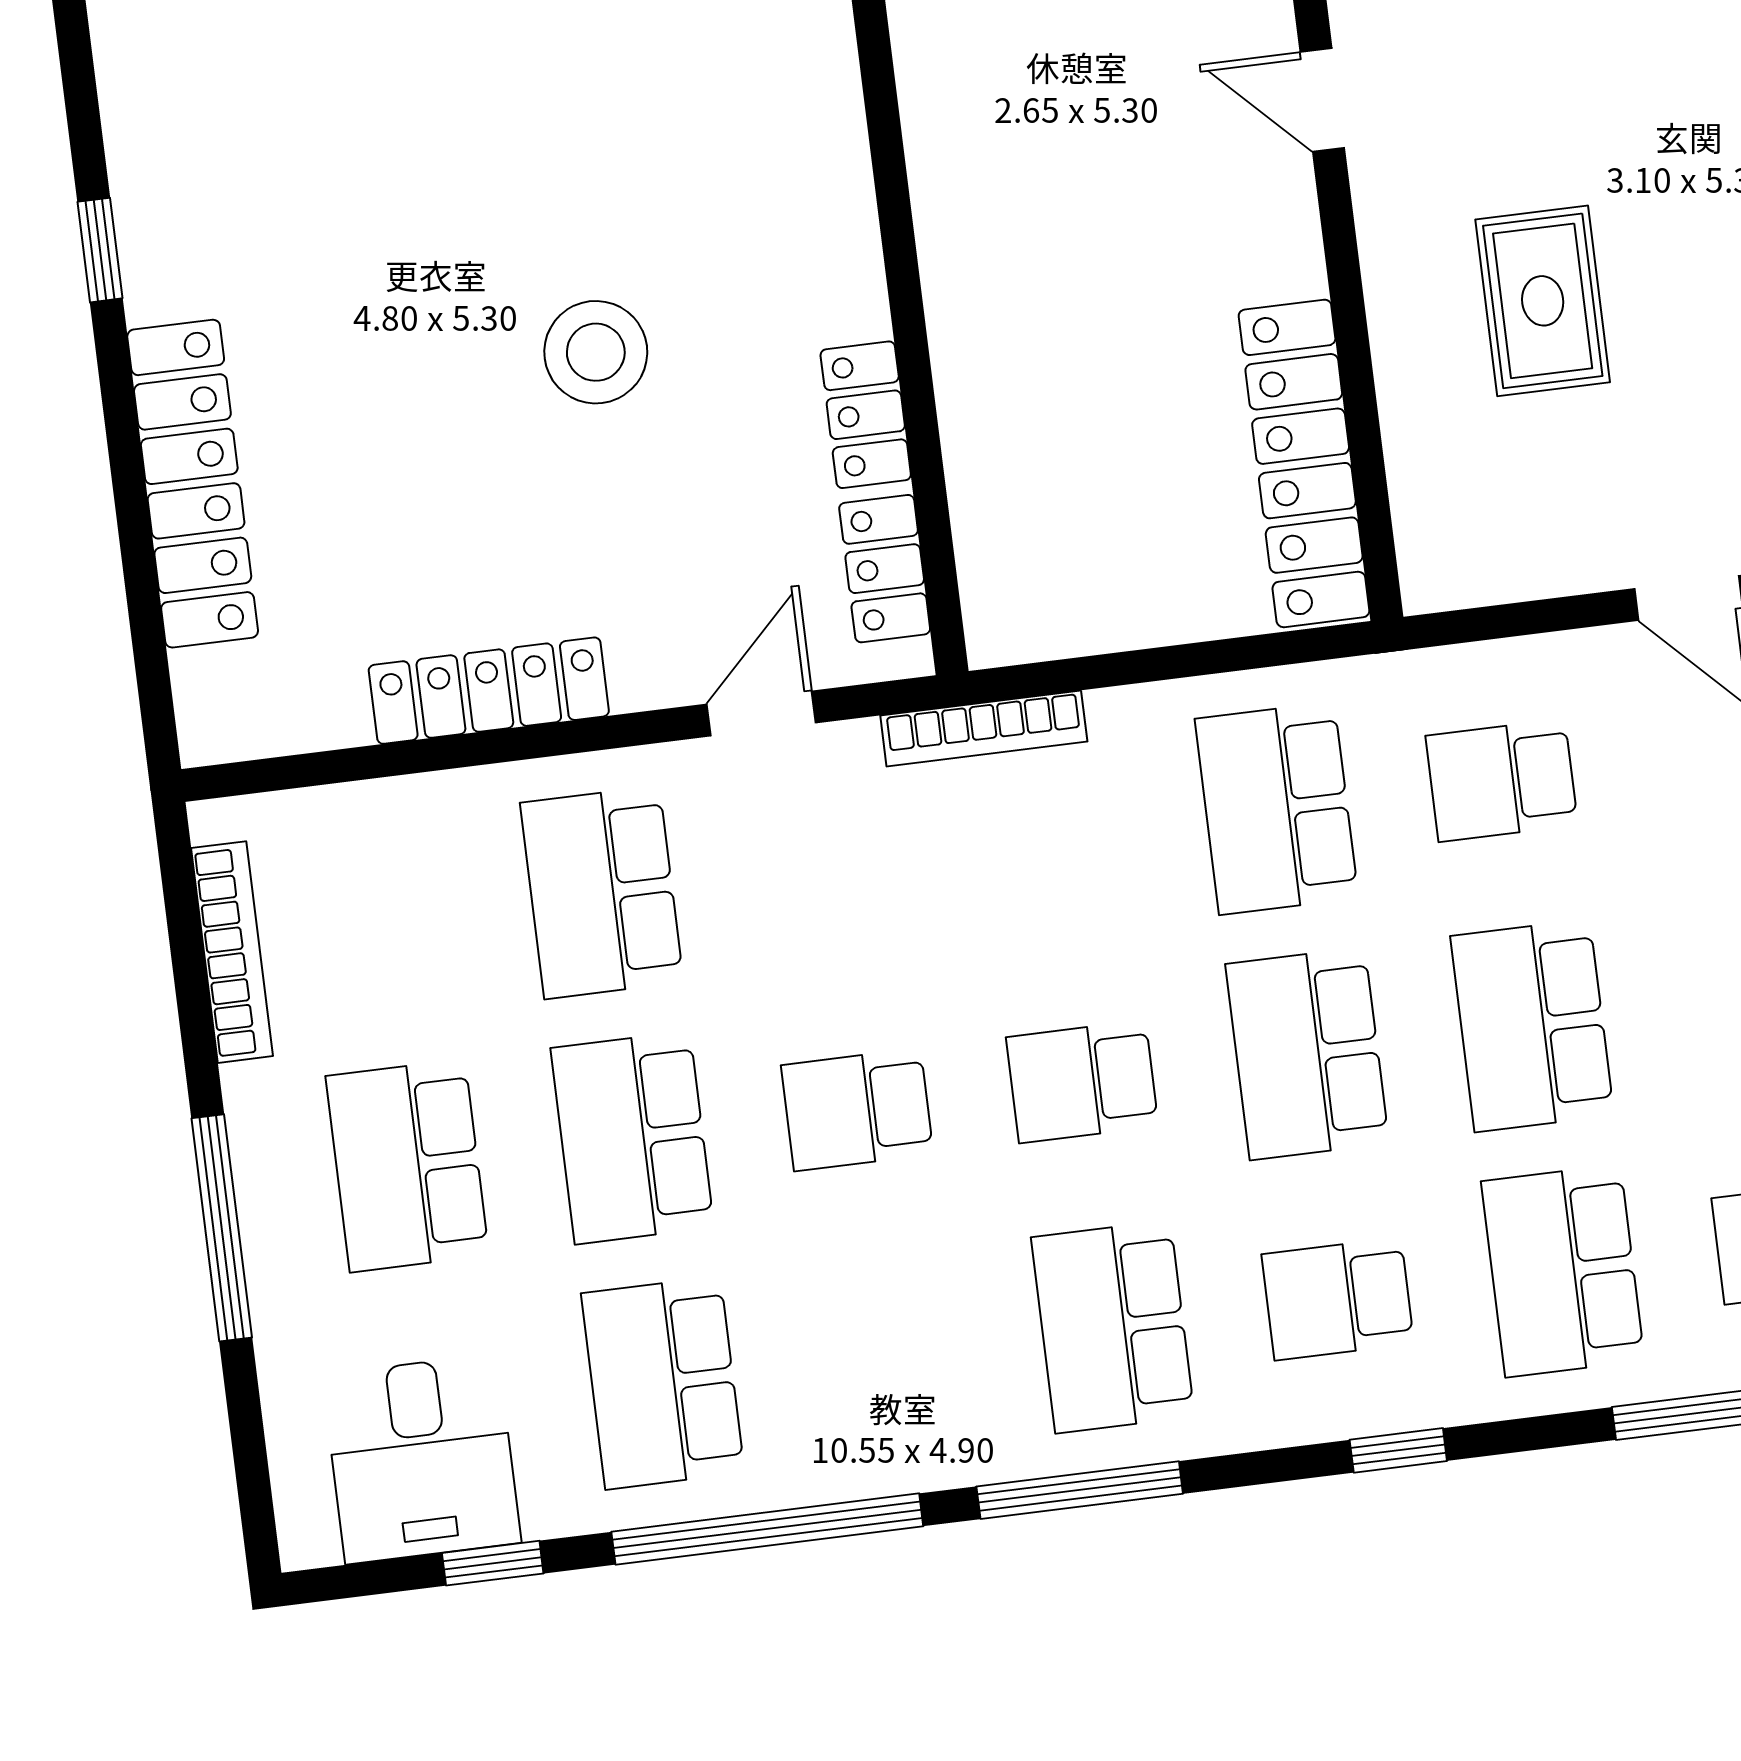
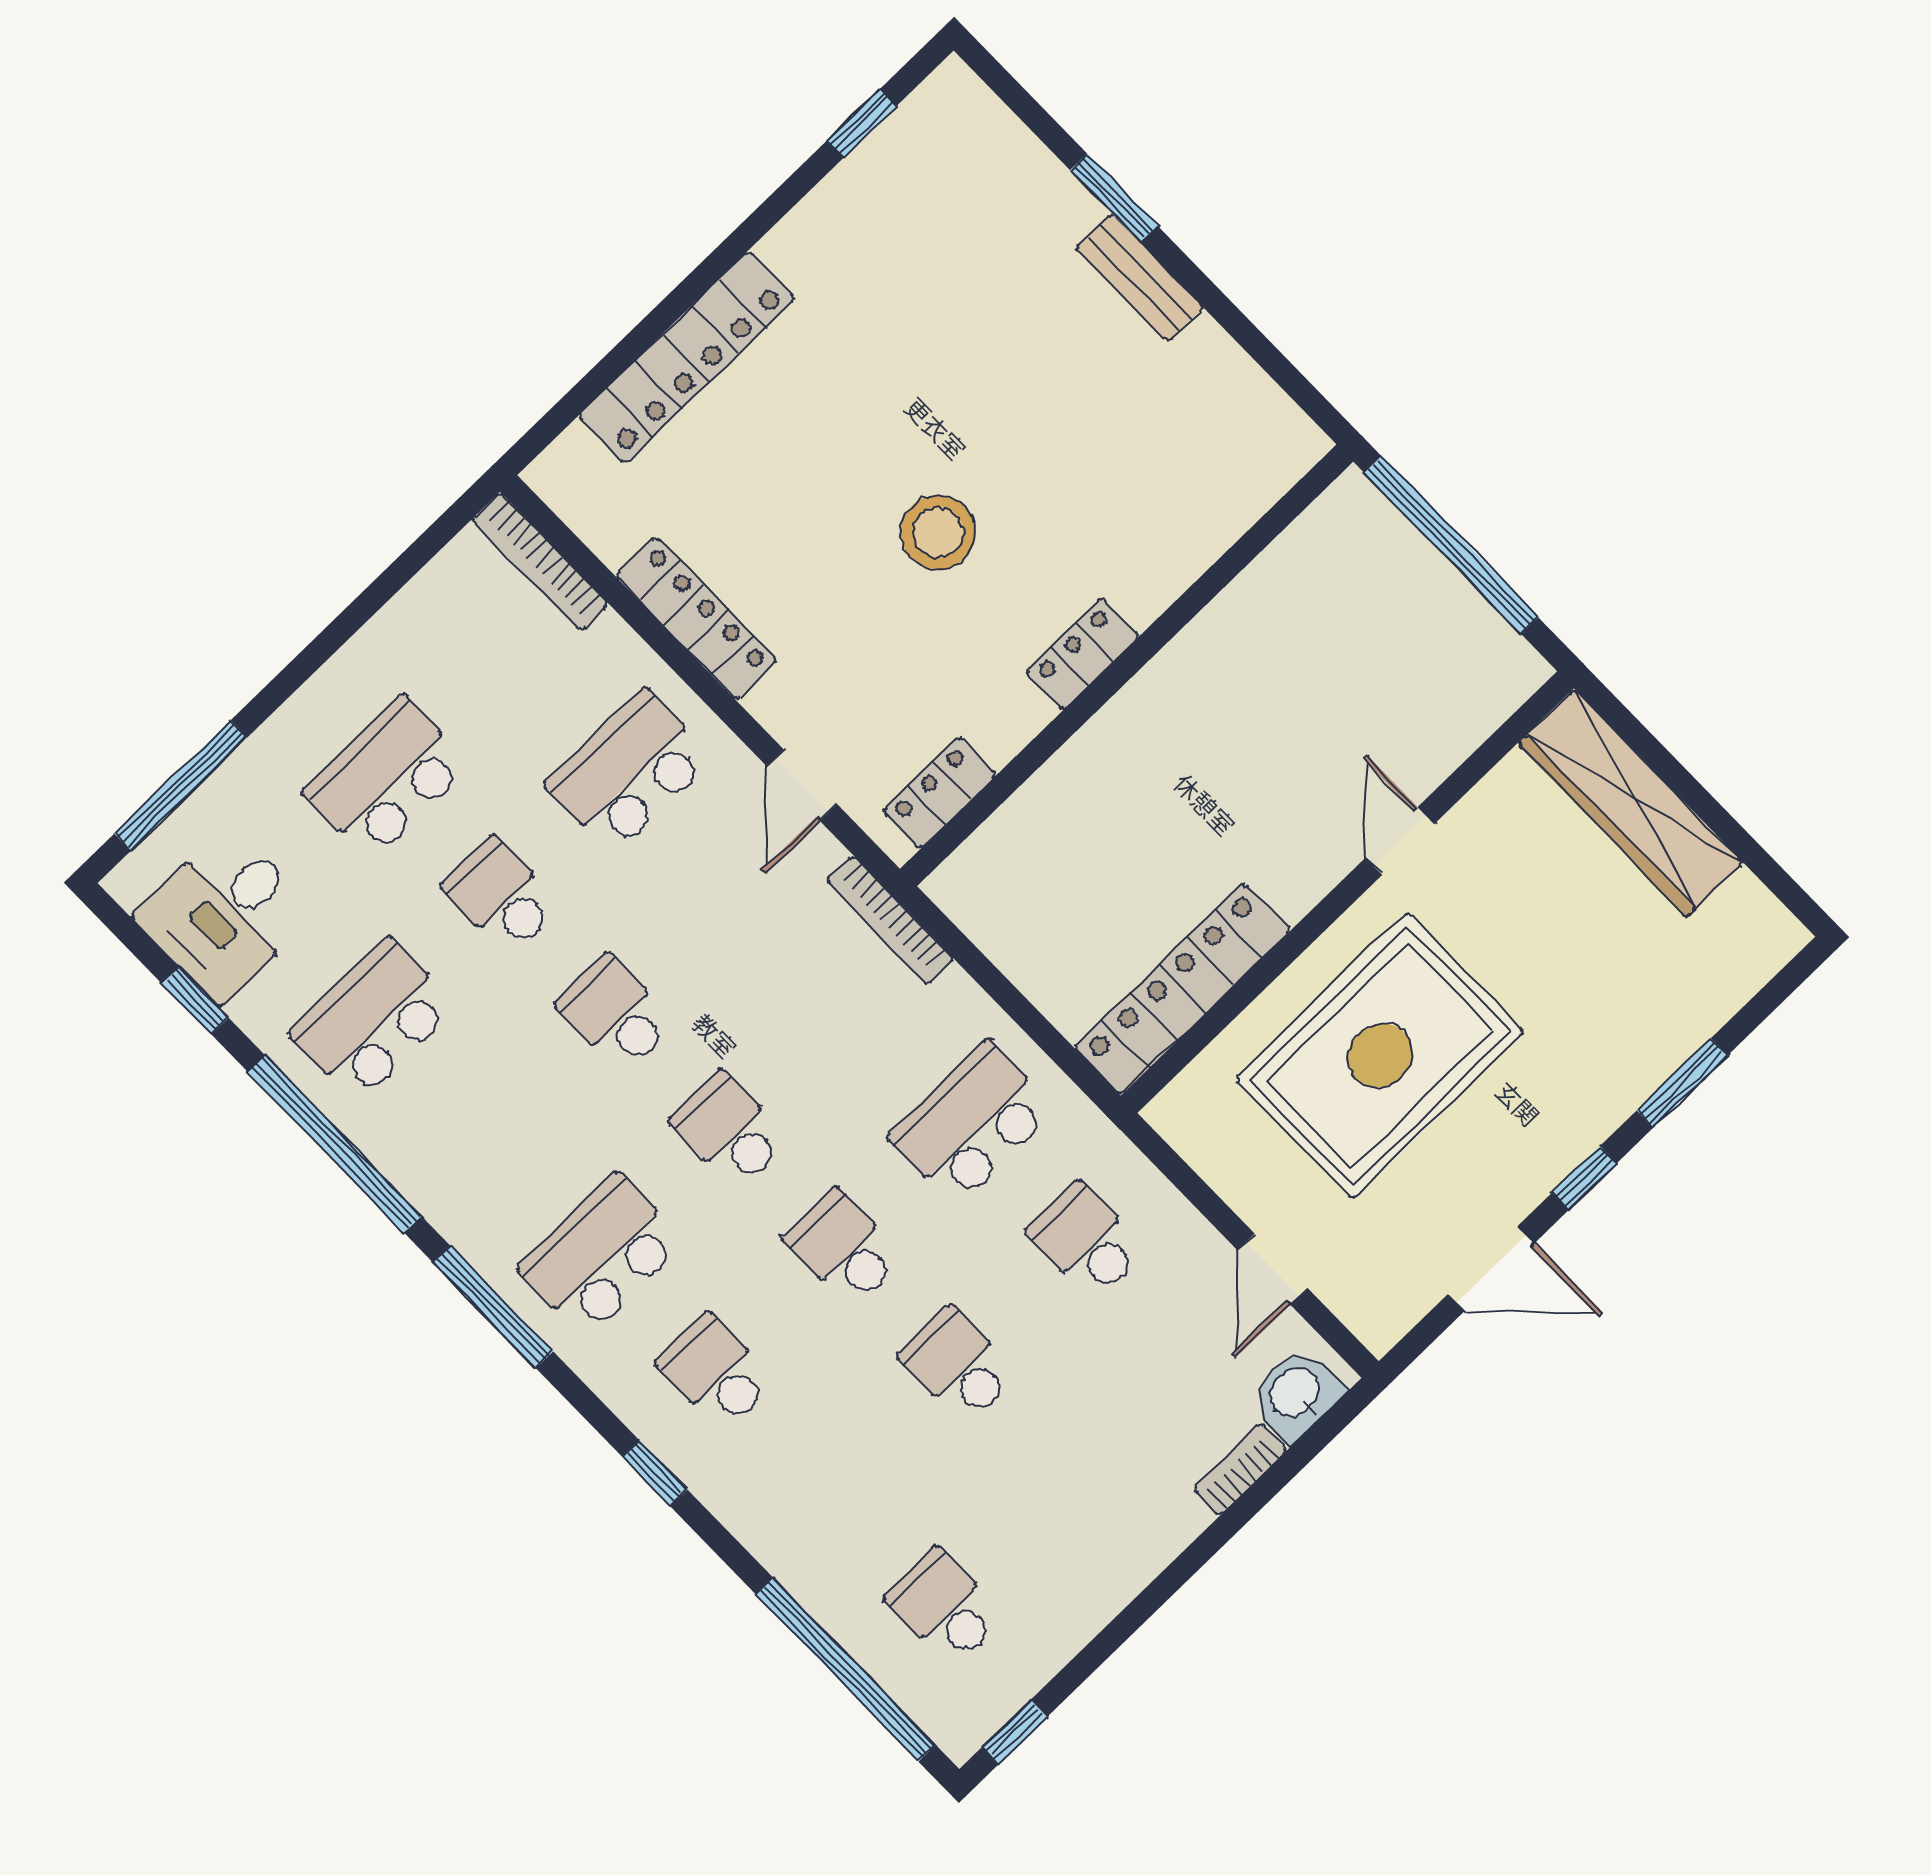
window: (100, 250) -> (862, 123), moved
rug: (1543, 301) -> (1380, 1056), width x1.86, depth x2.06
locker: (866, 415) -> (1082, 654), moved
door: (761, 714) -> (802, 785), swing flipped
bookcase: (232, 952) -> (540, 562), moved, turned 90
school desk: (1532, 1026) -> (958, 1365), width x0.54
school desk: (1307, 1054) -> (844, 1248), width x0.54
school desk: (632, 1138) -> (501, 896), width x0.54
window: (222, 1228) -> (181, 785), moved
school desk: (1563, 1271) -> (830, 1490), removed

